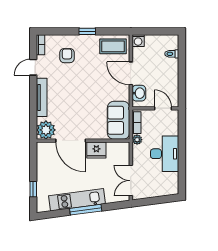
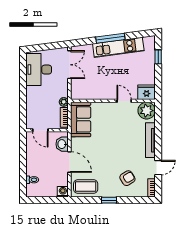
armchair: (67, 56) -> (127, 178), turned -121
door: (71, 141) -> (124, 101), width x0.53
fridge: (96, 150) -> (147, 92), moved
desk: (165, 154) -> (39, 70), moved

